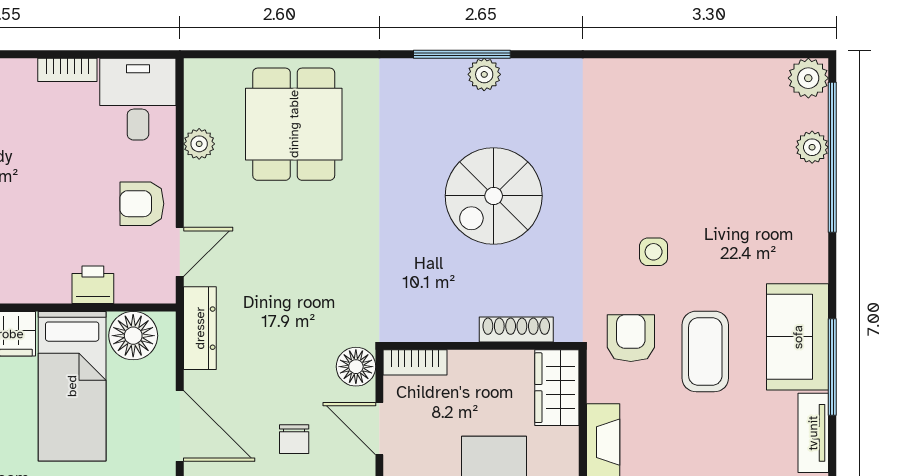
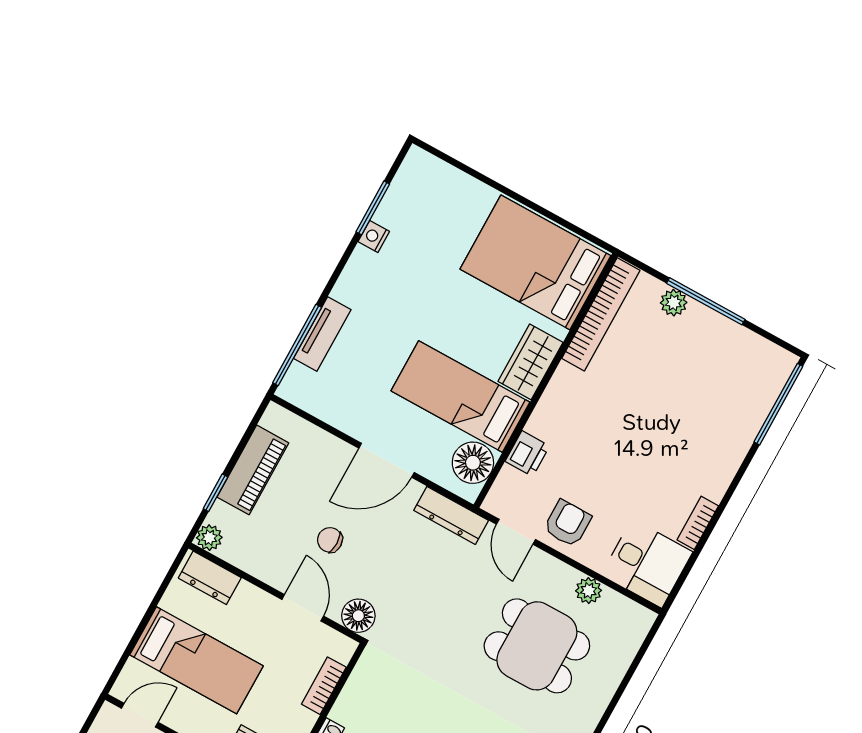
dining table: (294, 124) -> (537, 646), moved
bookcase: (415, 362) -> (324, 686), moved
door: (379, 429) -> (303, 608), hinge flipped

